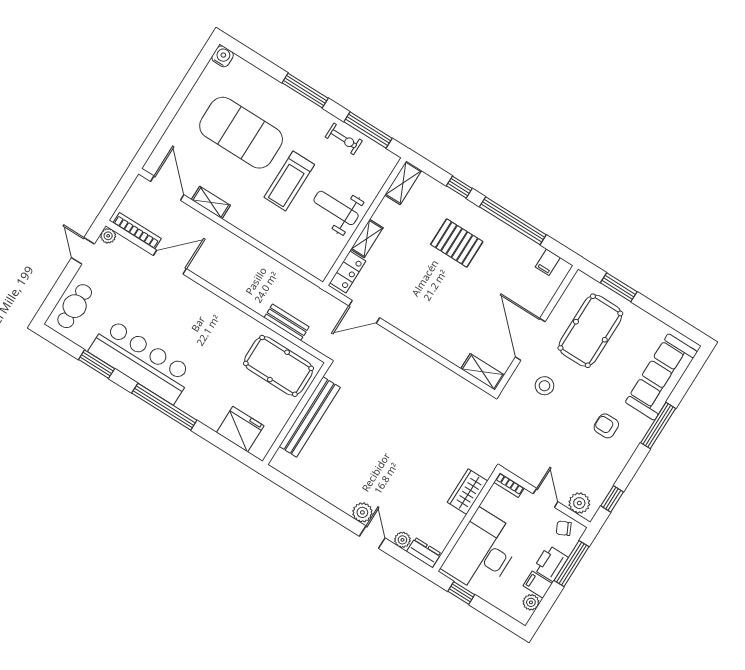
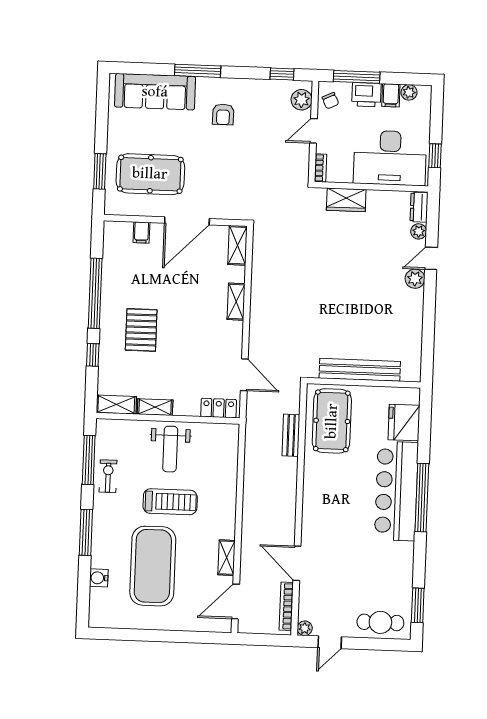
water cooler: (223, 56) -> (99, 578), moved
shelving: (367, 239) -> (155, 407), moved
filing cabinet: (548, 262) -> (141, 232), moved, turned 90
shelving: (433, 342) -> (236, 302), added
bar counter: (141, 361) -> (396, 491), moved
window: (97, 364) -> (418, 605), moved
stool: (544, 386) -> (219, 186), removed

